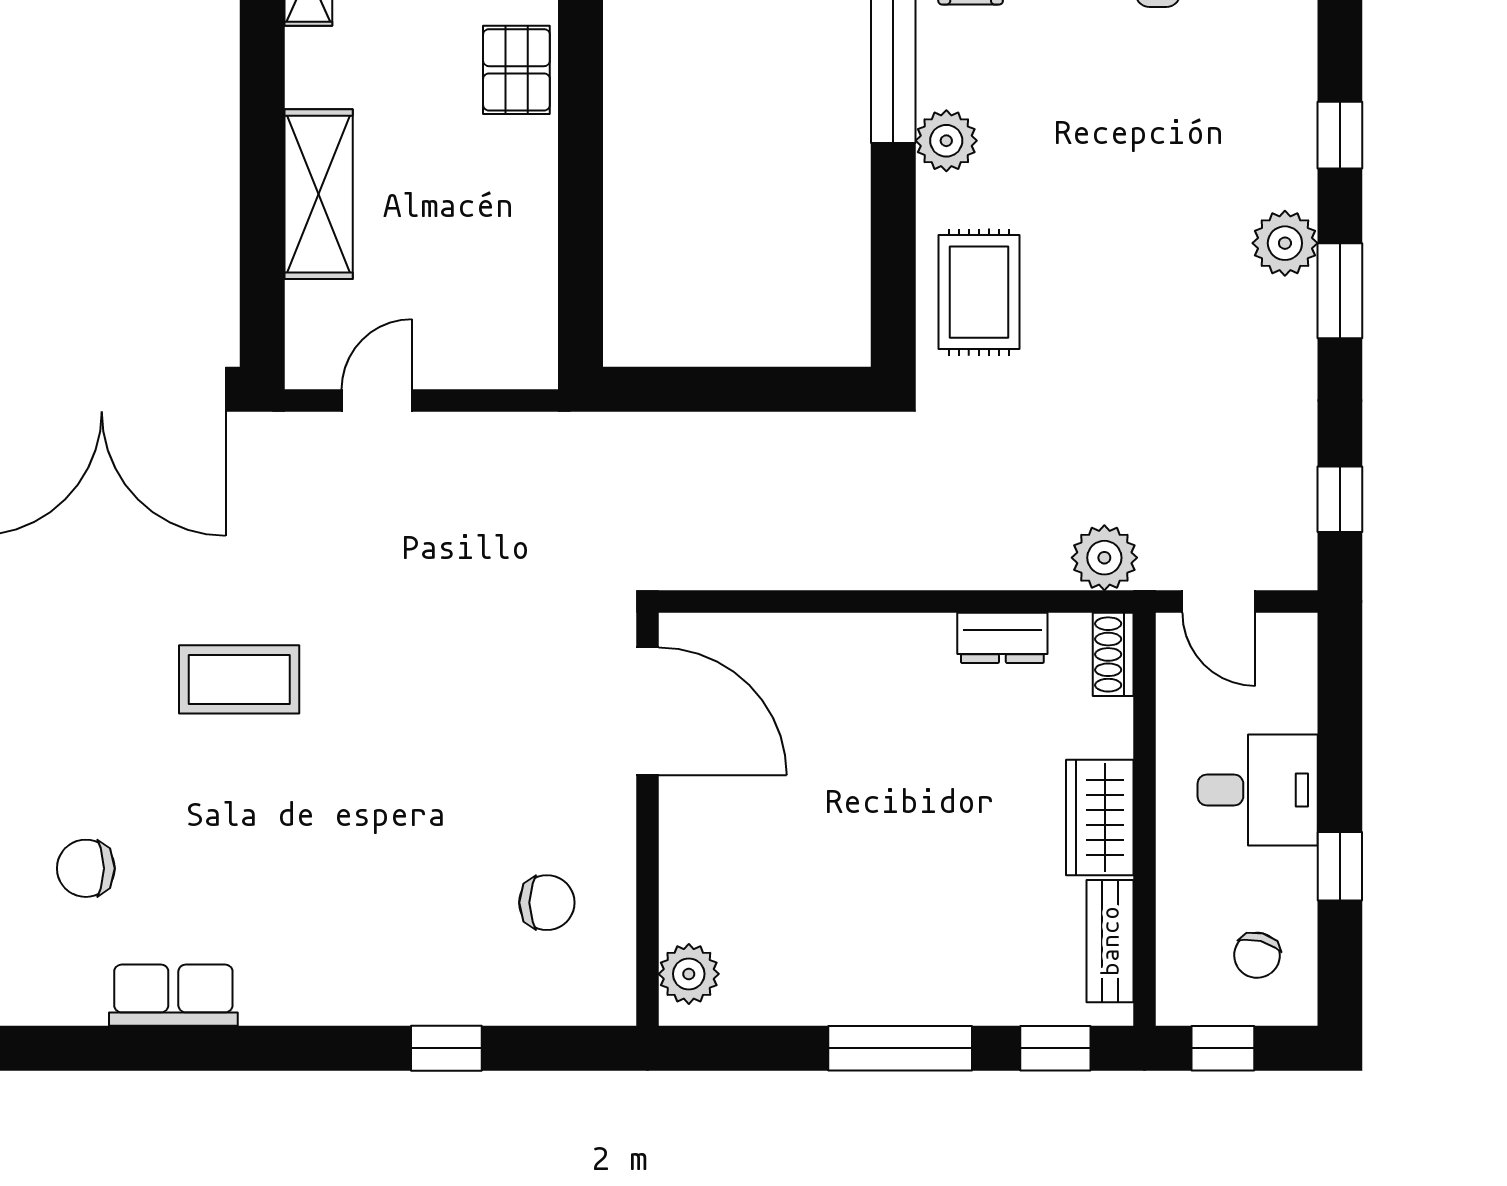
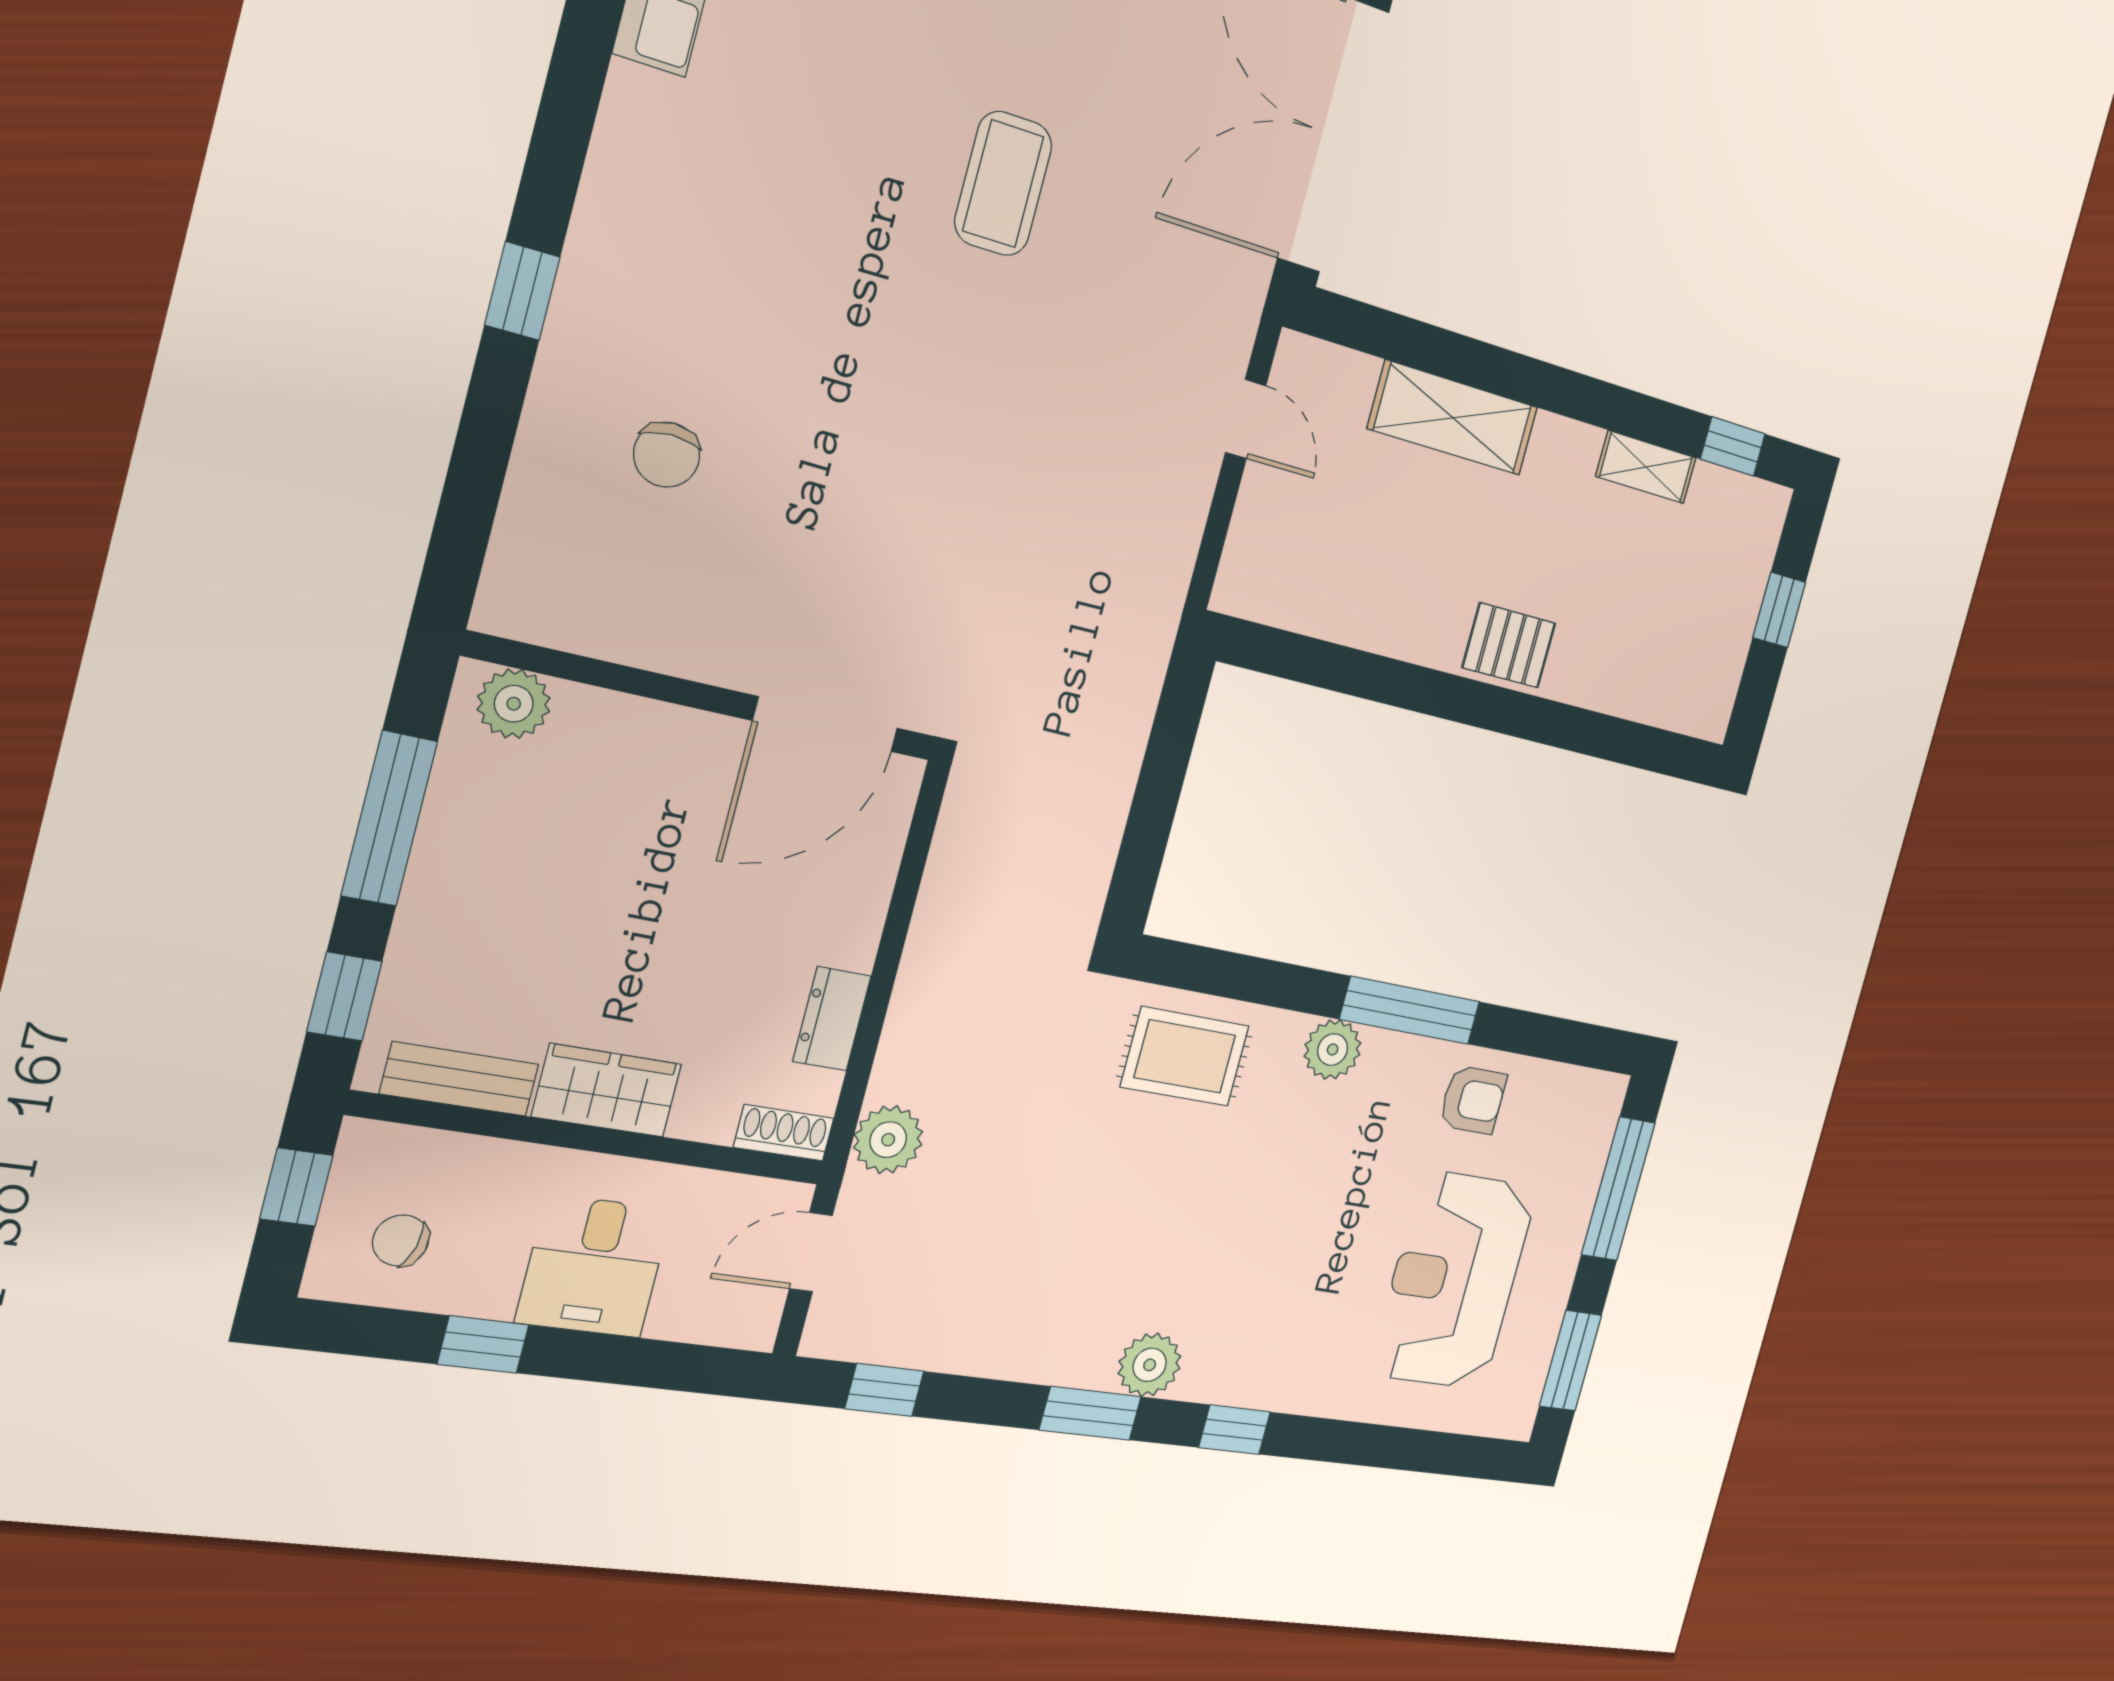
door: (648, 711) -> (826, 724), moved
wall: (648, 819) -> (706, 697), moved
plant: (689, 974) -> (514, 704), moved

